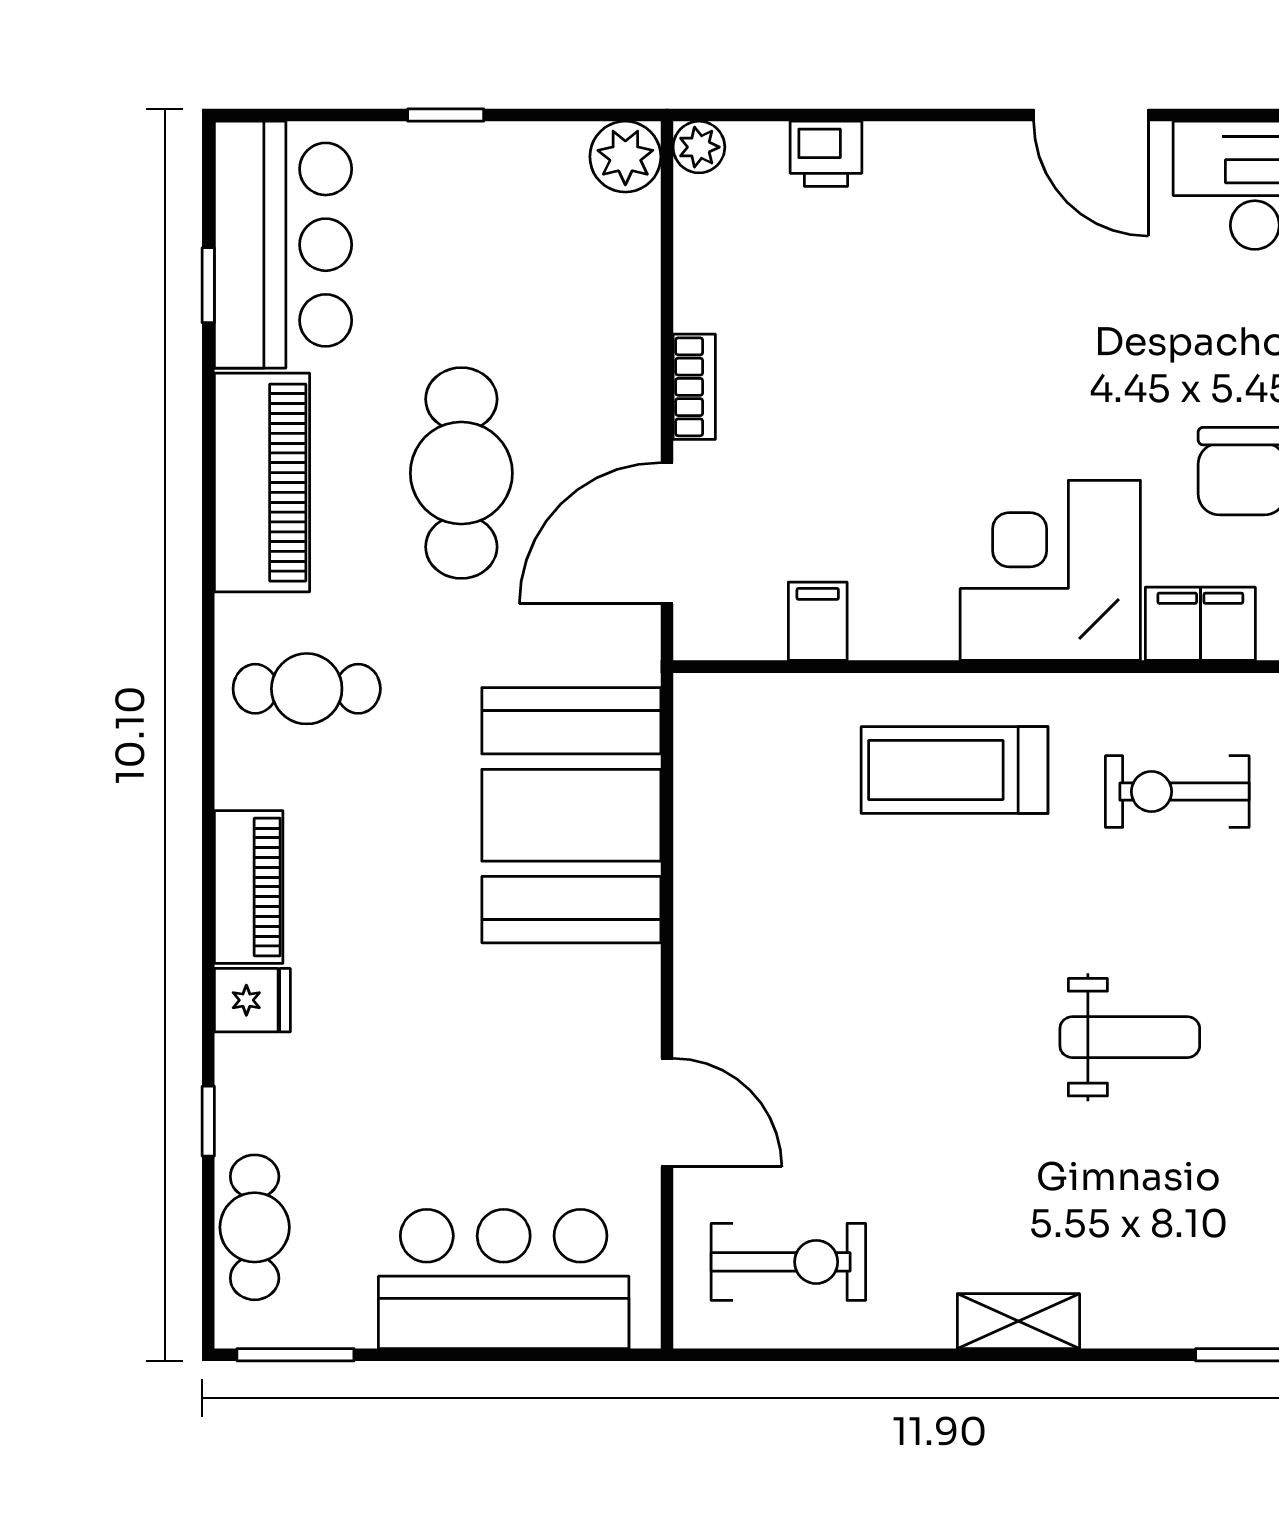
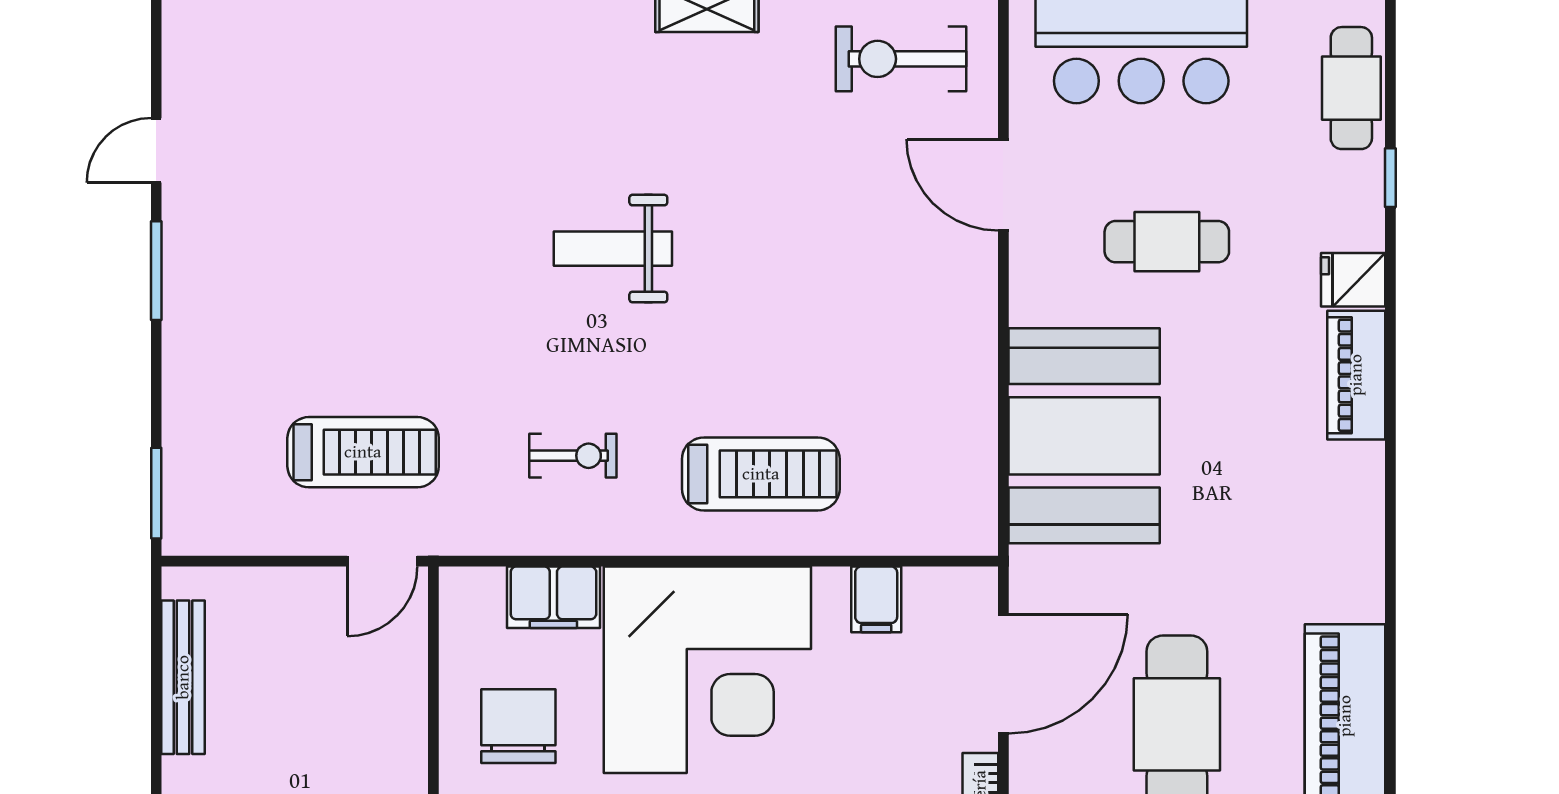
corner desk: (1050, 570) -> (707, 670), width x1.36, depth x1.36
cafe table: (307, 689) -> (1167, 242), moved
exercise bike: (1177, 792) -> (573, 456), width x0.73, depth x0.72

